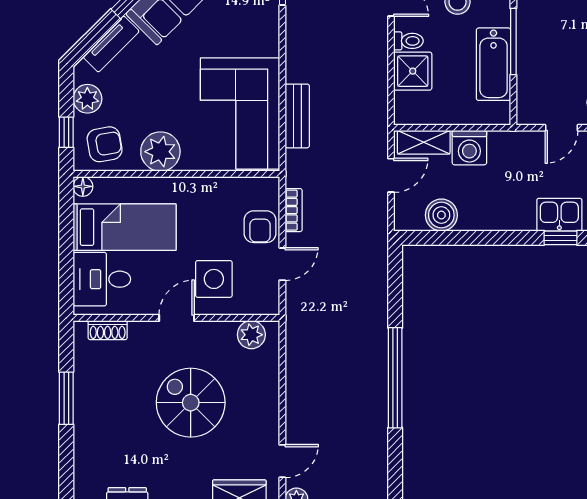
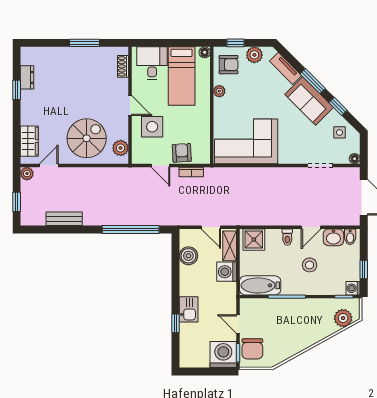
bathtub: (494, 64) -> (260, 285), moved
shower: (413, 71) -> (254, 240), moved
bench: (297, 116) -> (64, 219), moved
armchair: (105, 144) -> (229, 65), turned -80
plant: (160, 152) -> (219, 91), width x0.53, depth x0.53
kitchen sink: (559, 215) -> (189, 309), moved
armchair: (260, 227) -> (182, 153), turned 87
window: (395, 378) -> (131, 230), moved
spiral stairs: (191, 403) -> (87, 138), moved
door: (282, 461) -> (49, 166), swing flipped

